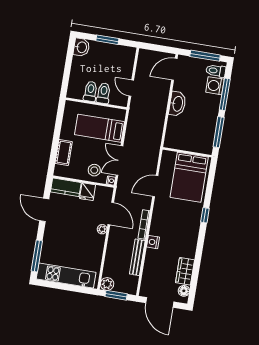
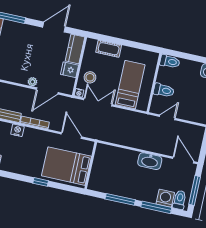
toilet: (90, 91) -> (170, 61), moved
wall: (187, 152) -> (91, 165), moved
bed: (189, 177) -> (67, 166), moved

